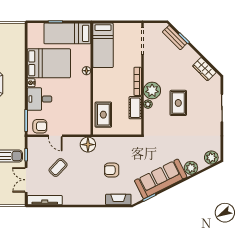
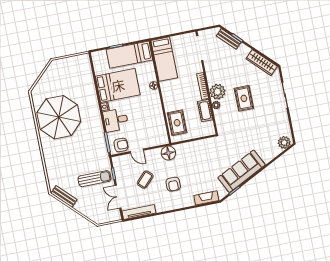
wardrobe: (204, 69) -> (262, 63), width x1.50
plant: (191, 168) -> (267, 156), removed
armchair: (112, 170) -> (173, 184), moved, turned -90

